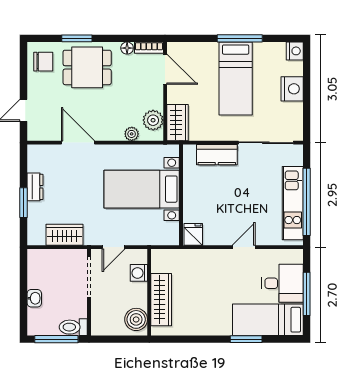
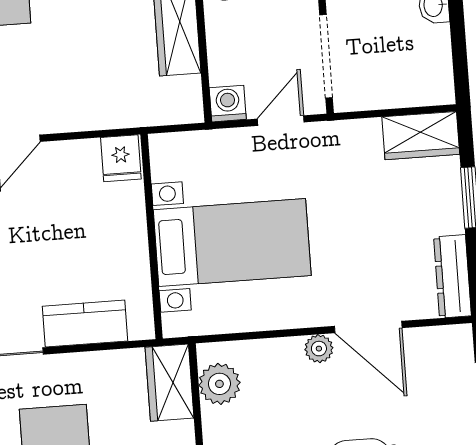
plant: (132, 134) -> (319, 349), moved
dresser: (35, 187) -> (452, 276), moved, width x1.44
wardrobe: (64, 235) -> (421, 136), moved
washing machine: (139, 273) -> (228, 104), moved, turned -90

